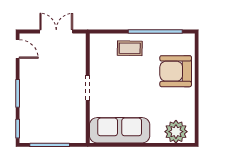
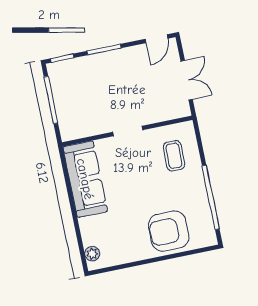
coffee table: (130, 48) -> (174, 156), moved
armchair: (176, 71) -> (169, 231), turned -90
plant: (176, 132) -> (92, 254), width x0.53, depth x0.53

